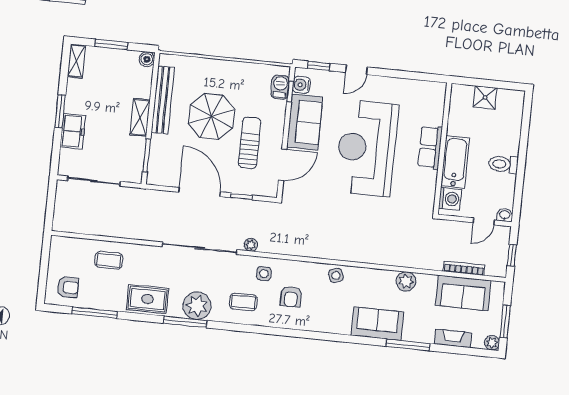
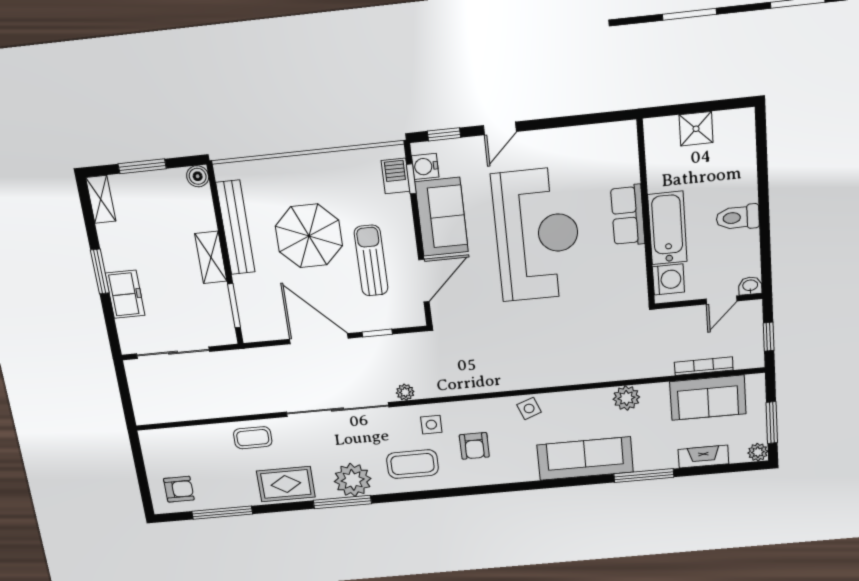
reception desk: (367, 148) -> (537, 235), turned 180
coffee table: (109, 260) -> (253, 438), moved
coffee table: (243, 302) -> (412, 464), width x1.36, depth x1.30
sofa: (377, 324) -> (585, 459), width x1.36

